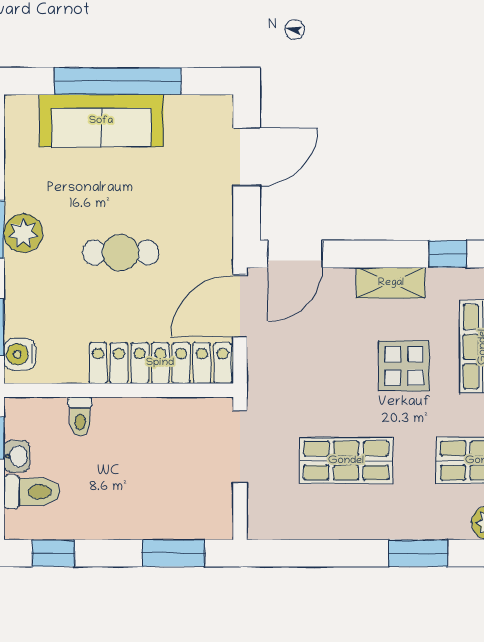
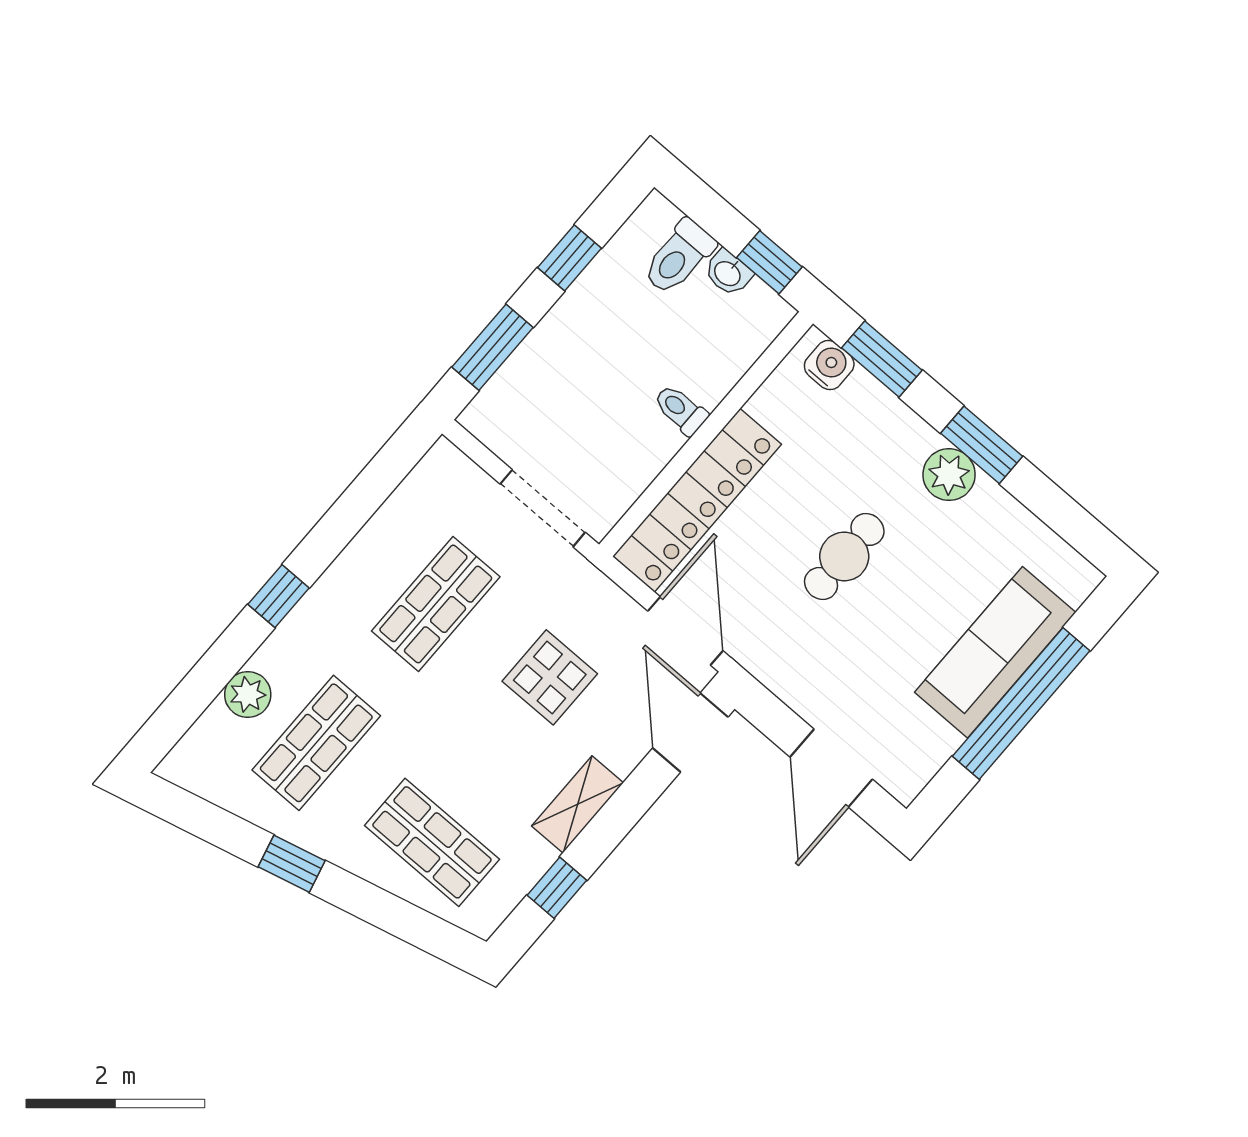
display table: (404, 366) -> (550, 677), moved
toilet: (80, 416) -> (681, 410), moved
window: (53, 553) -> (569, 258), moved
window: (418, 553) -> (278, 596), width x0.67

